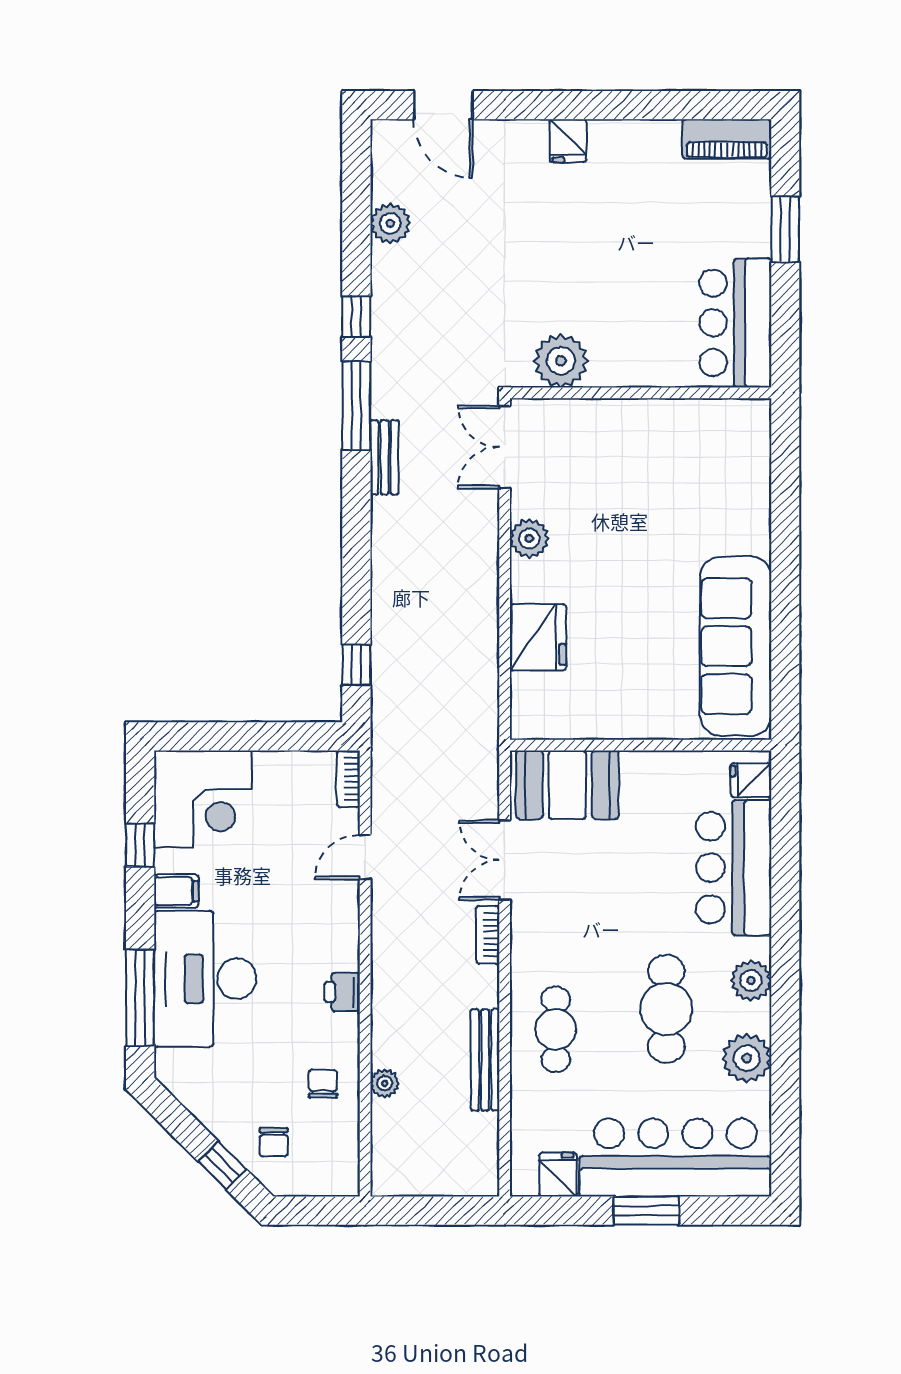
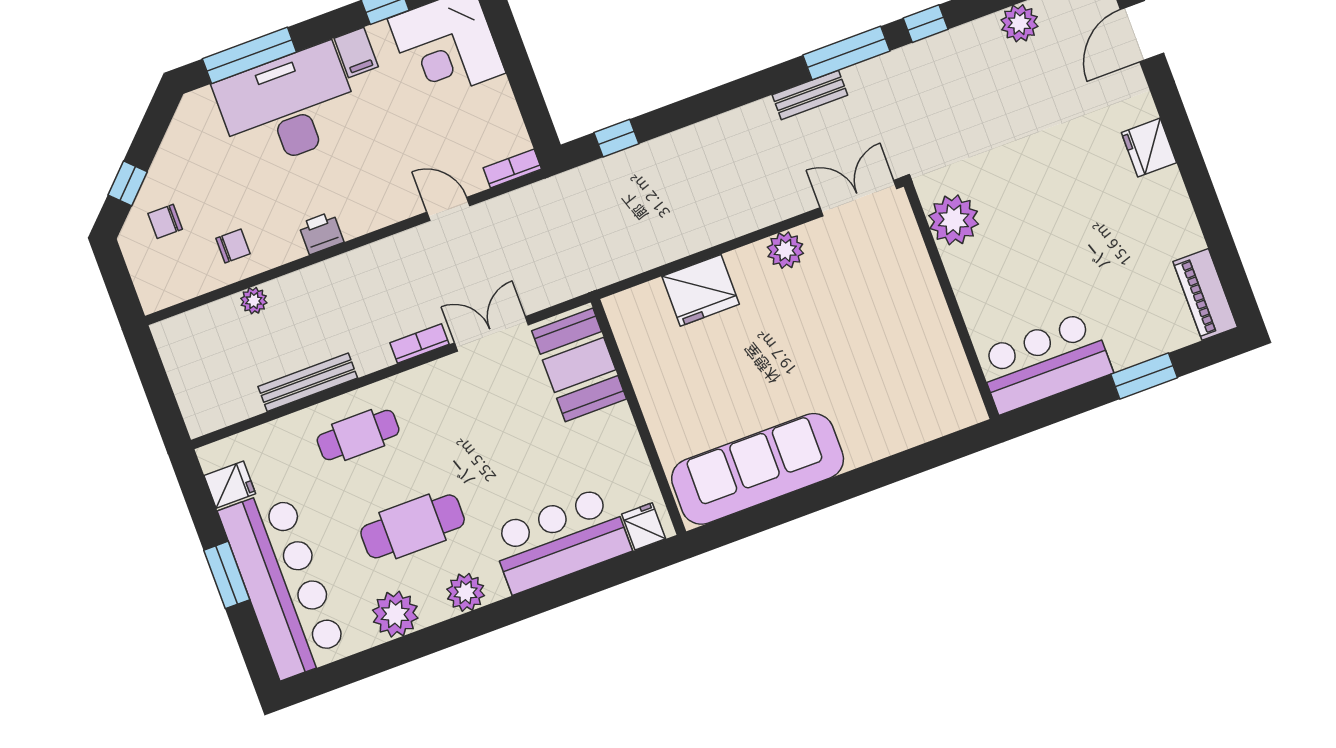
fridge: (568, 141) -> (1149, 148), width x1.38

